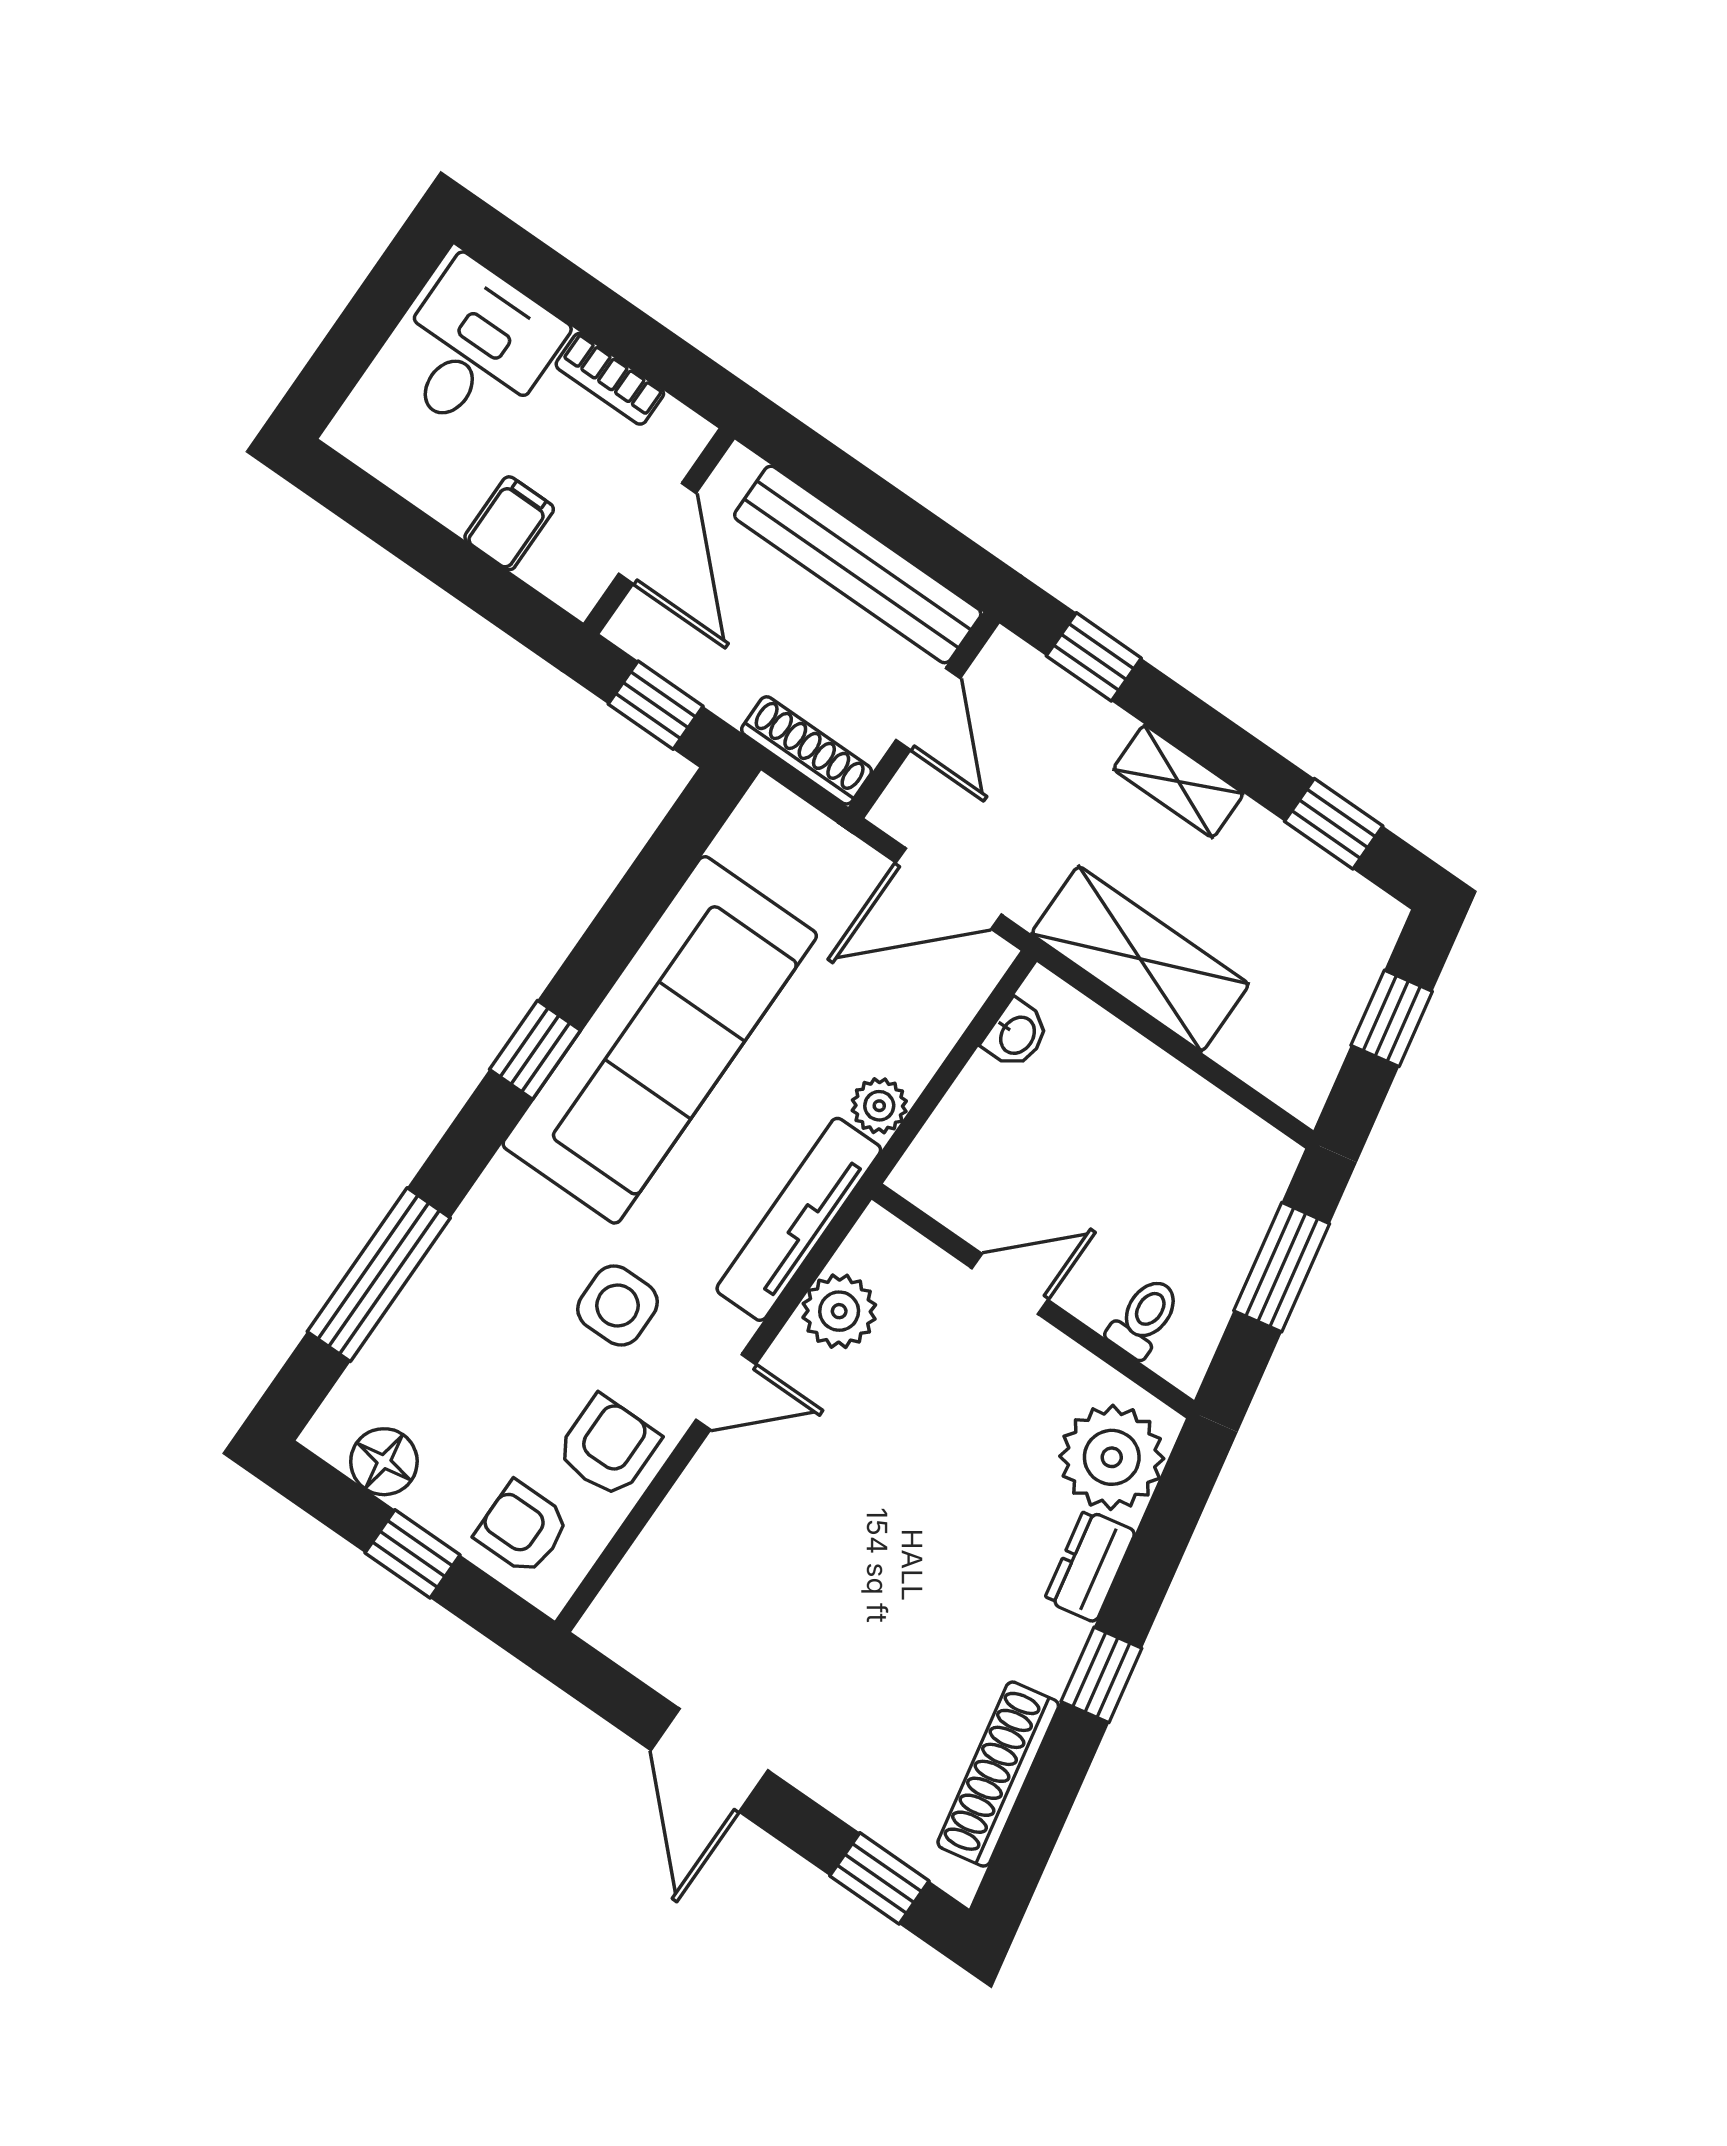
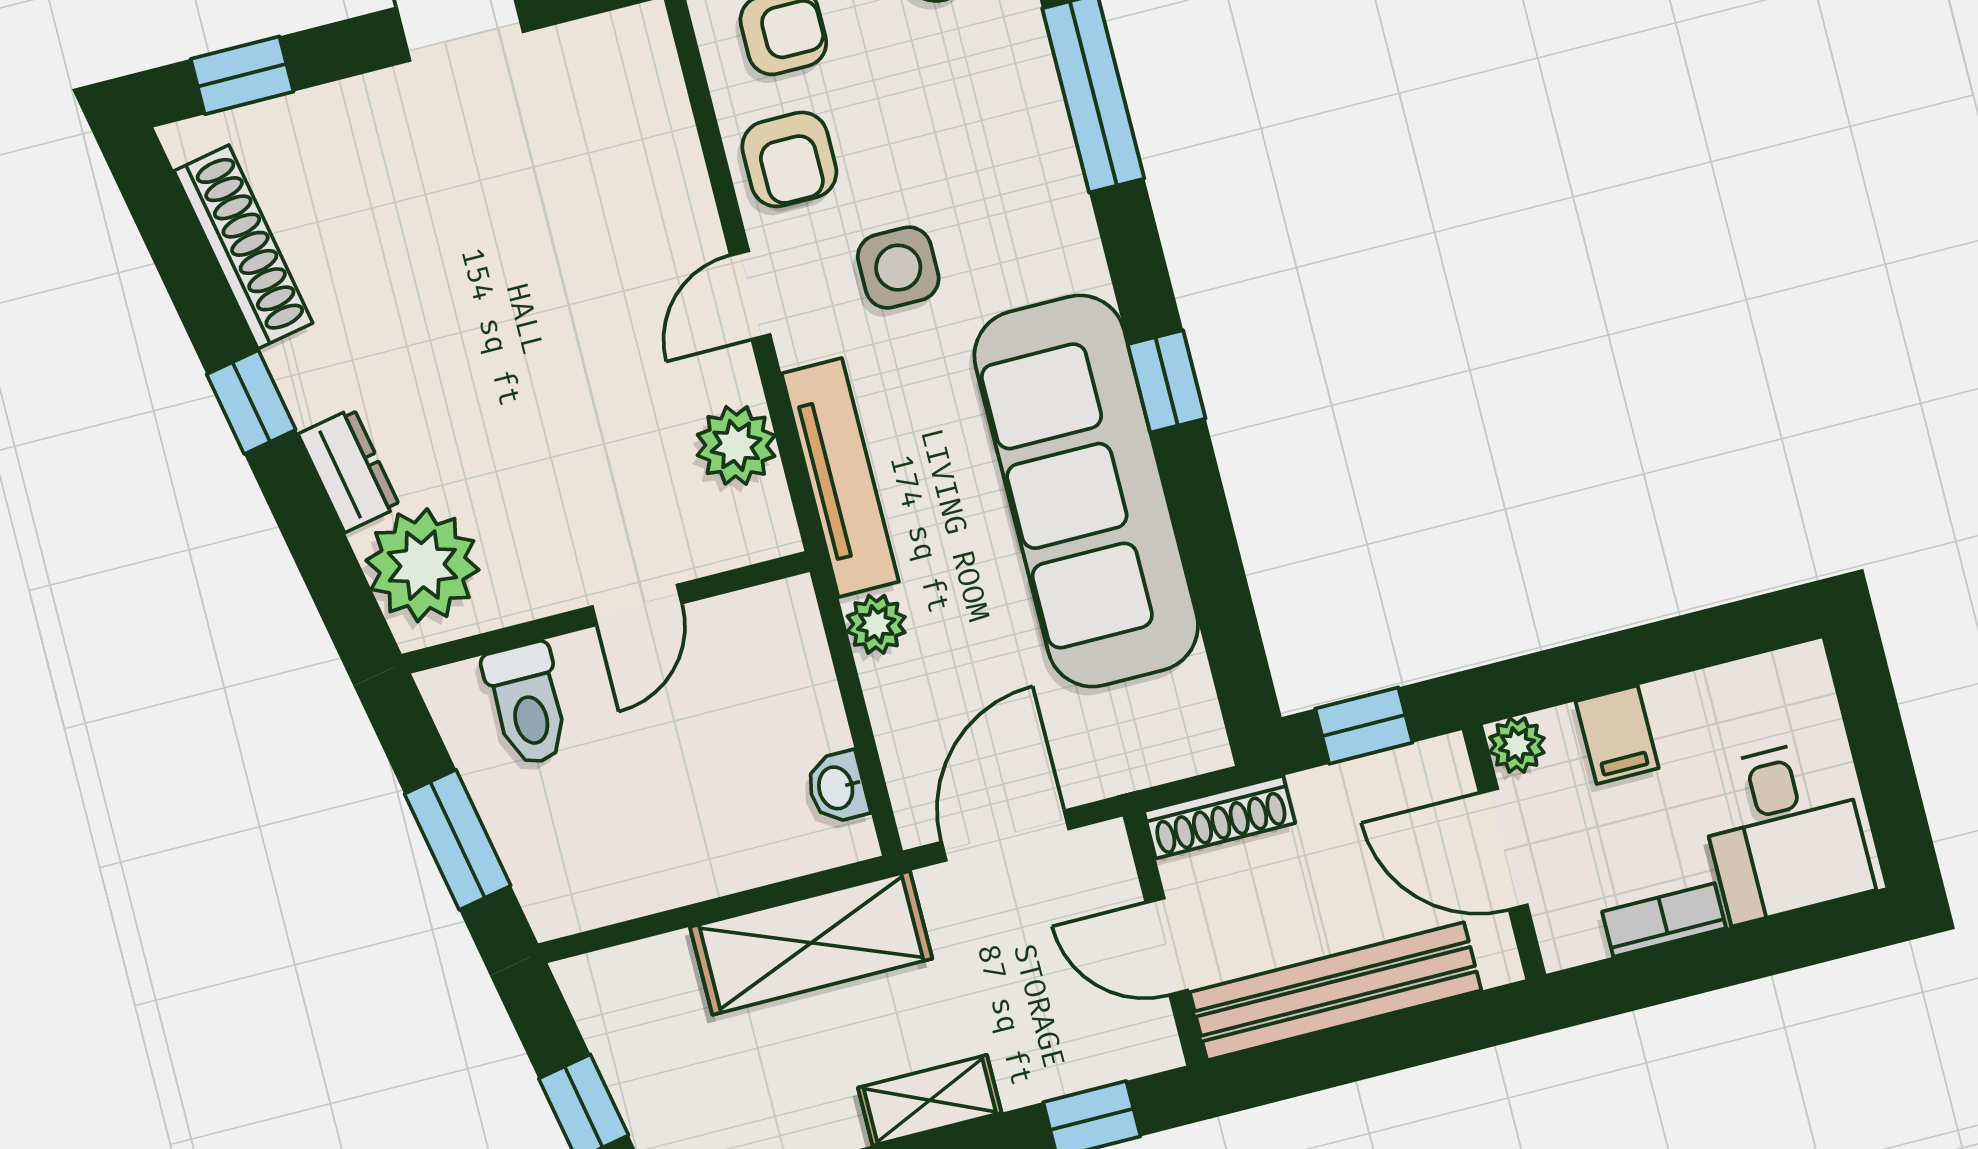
plant: (577, 587) -> (1517, 745), added
toilet: (1144, 1318) -> (527, 704), width x1.37, depth x1.39

